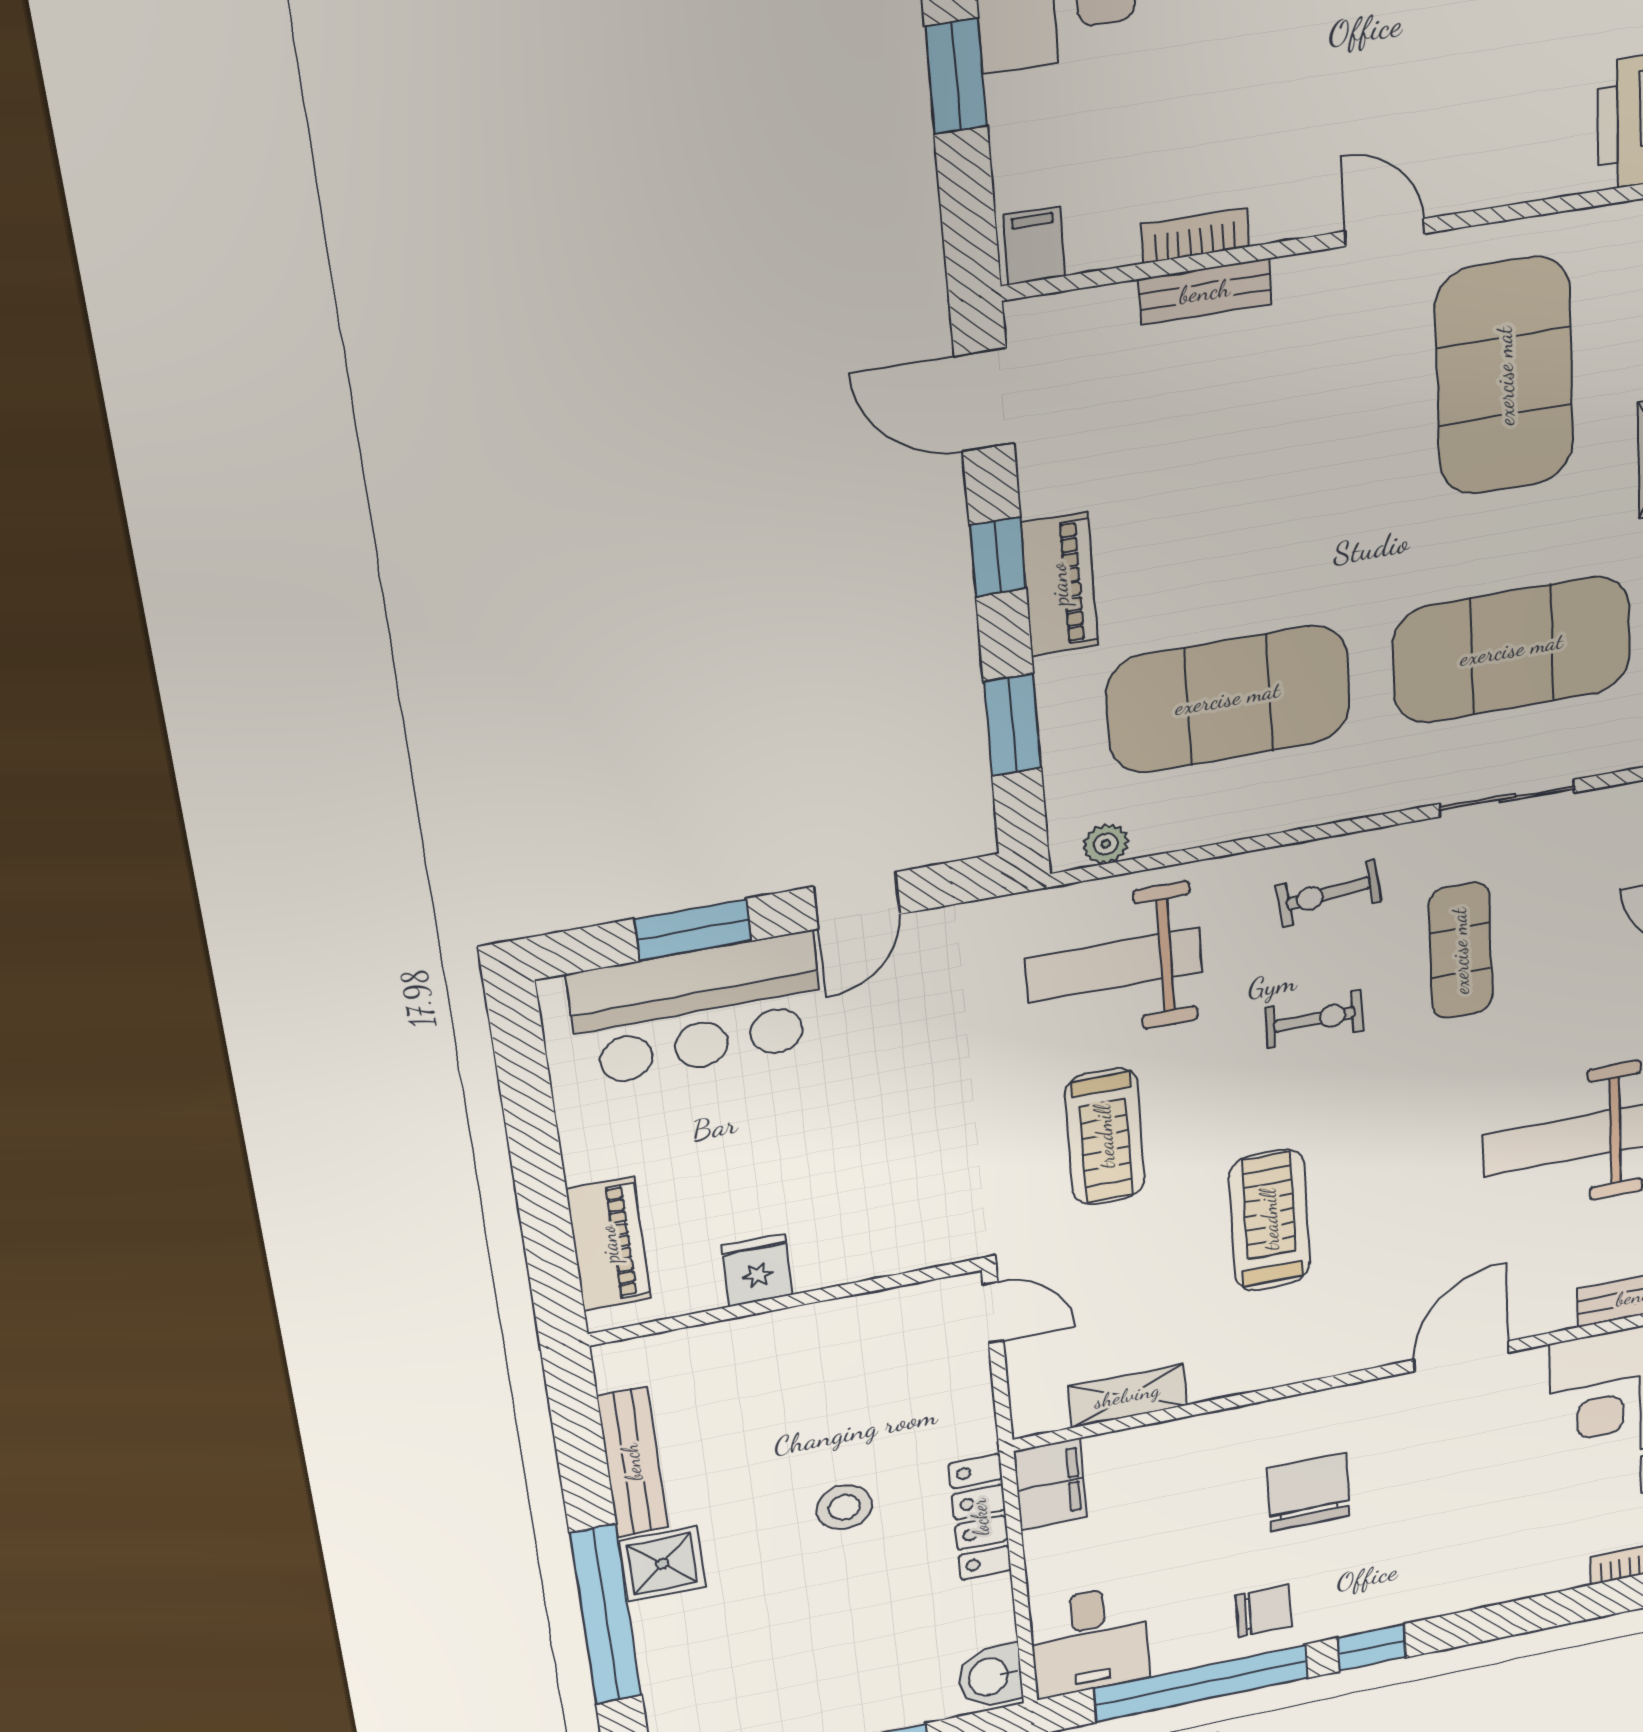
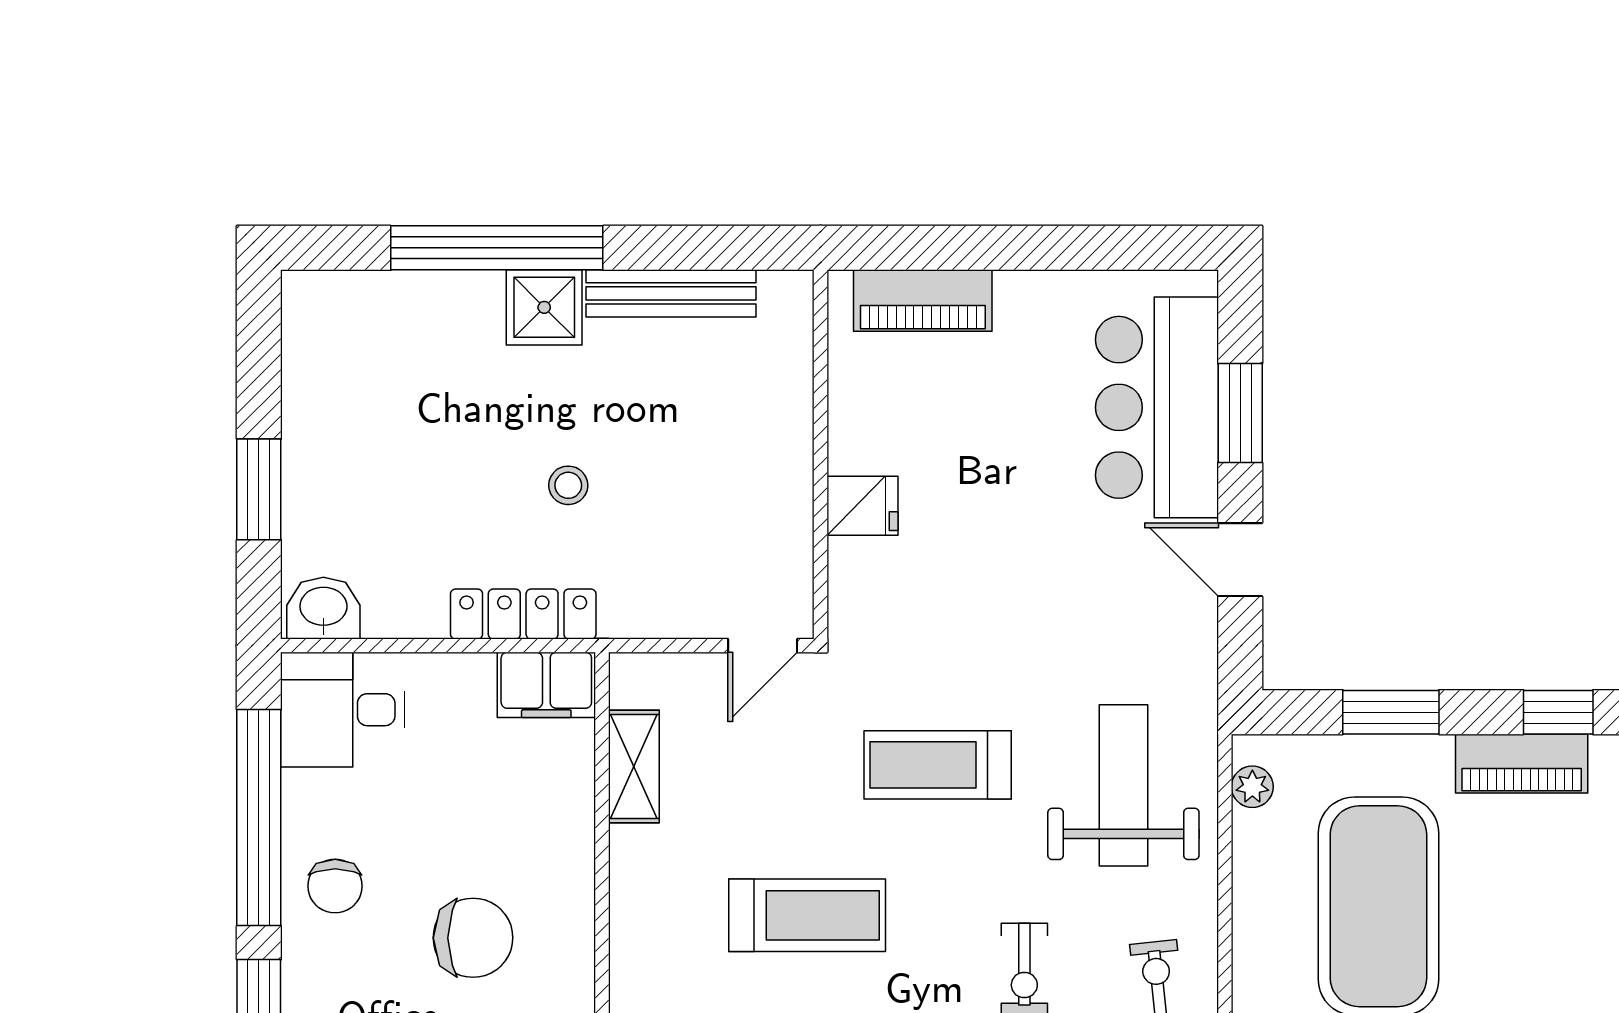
fridge: (757, 1270) -> (862, 506), moved
stool: (844, 1507) -> (568, 485), width x0.73, depth x0.73

